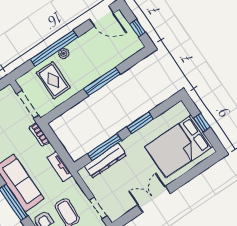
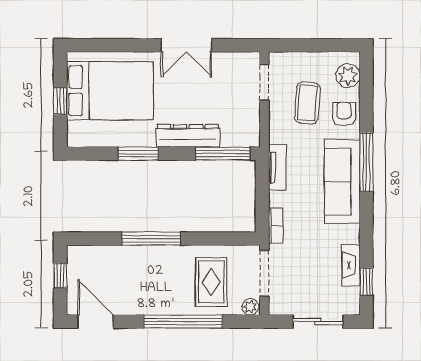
plant: (64, 54) -> (250, 307), moved
window: (105, 147) -> (223, 154), moved
dresser: (105, 161) -> (188, 136), moved

